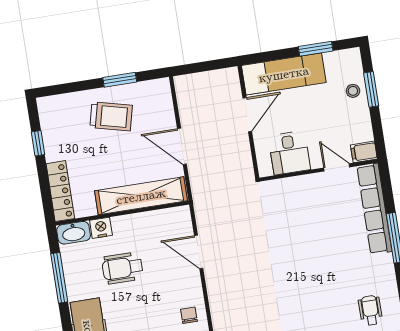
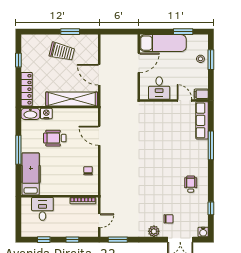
row of seats: (374, 209) -> (202, 120), width x0.73
window: (59, 278) -> (18, 150), moved

